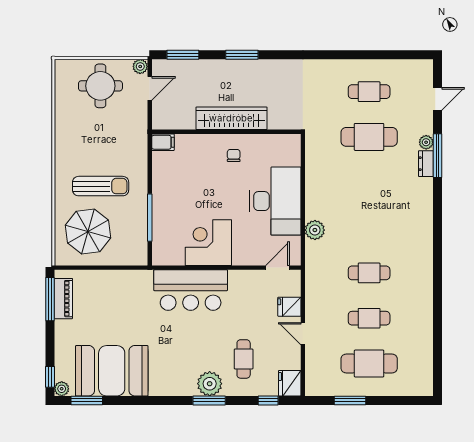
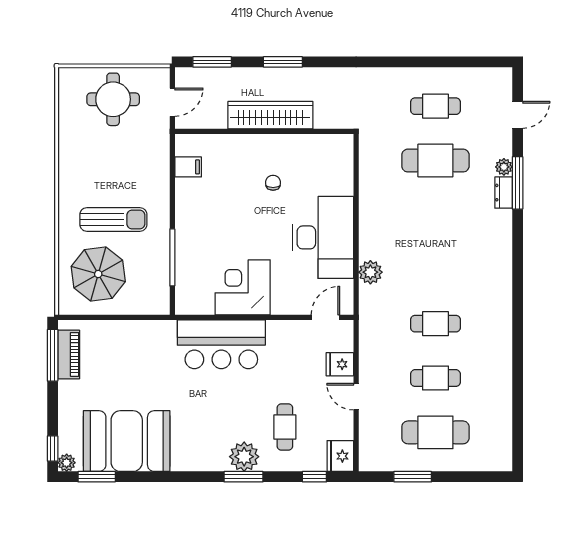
plant: (140, 66) -> (161, 76), removed
wardrobe: (231, 118) -> (270, 115), moved
wall: (226, 132) -> (264, 131), moved

